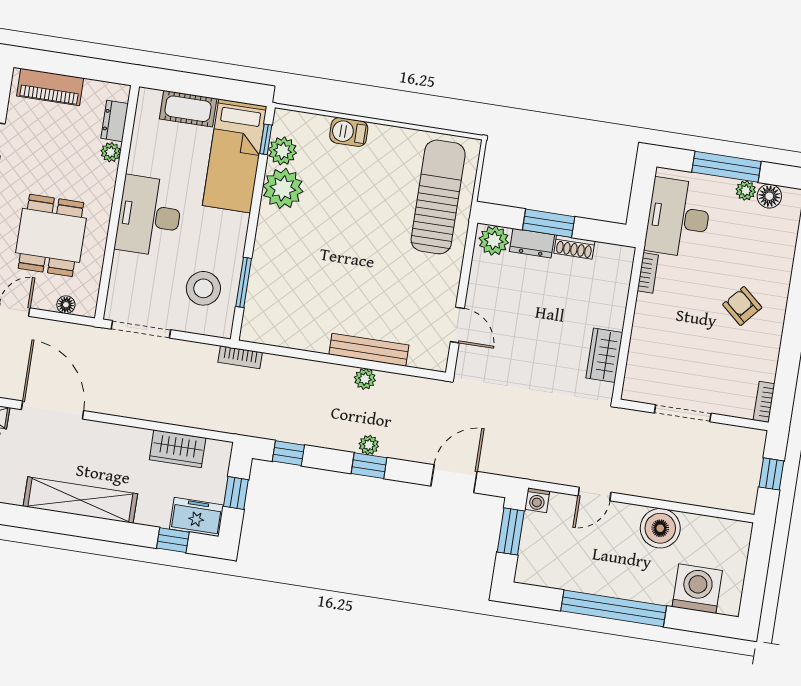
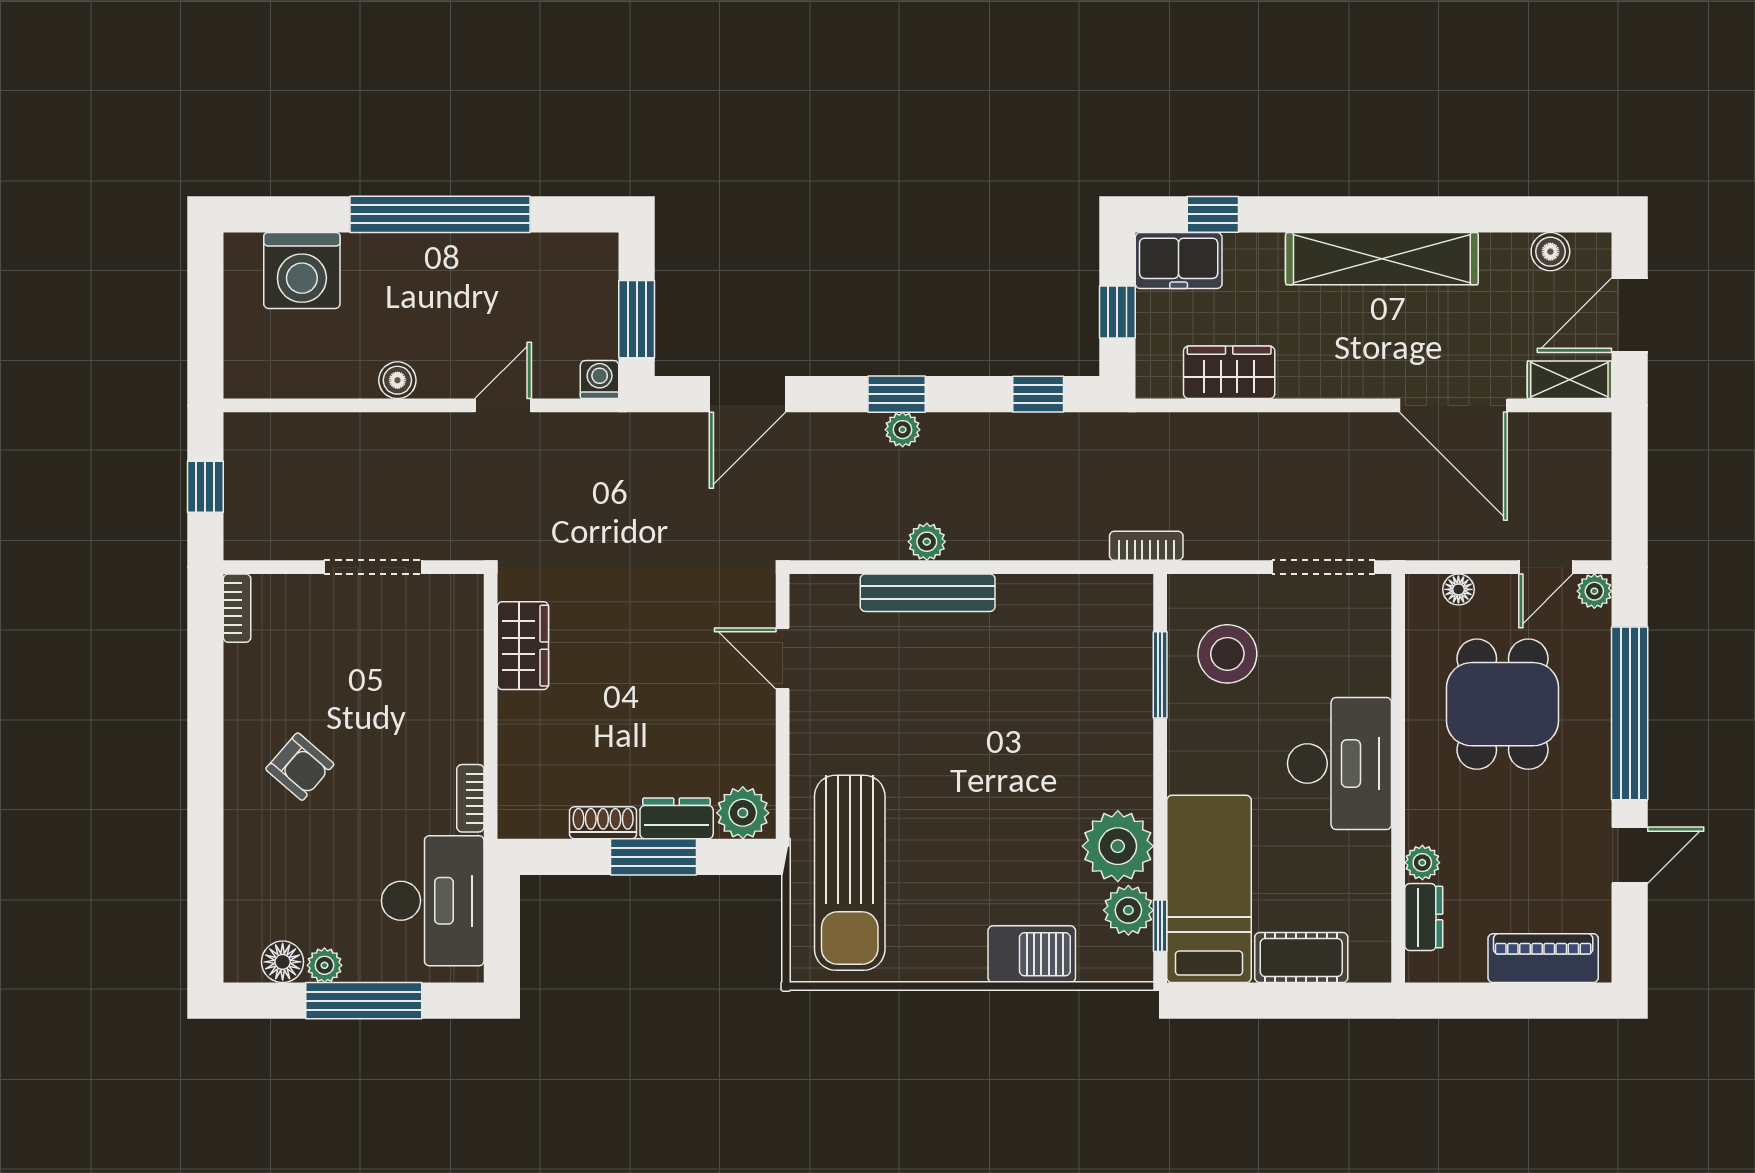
barbecue: (349, 132) -> (1032, 954), width x1.38, depth x1.27
boiler: (660, 528) -> (397, 380), width x0.54, depth x0.54

